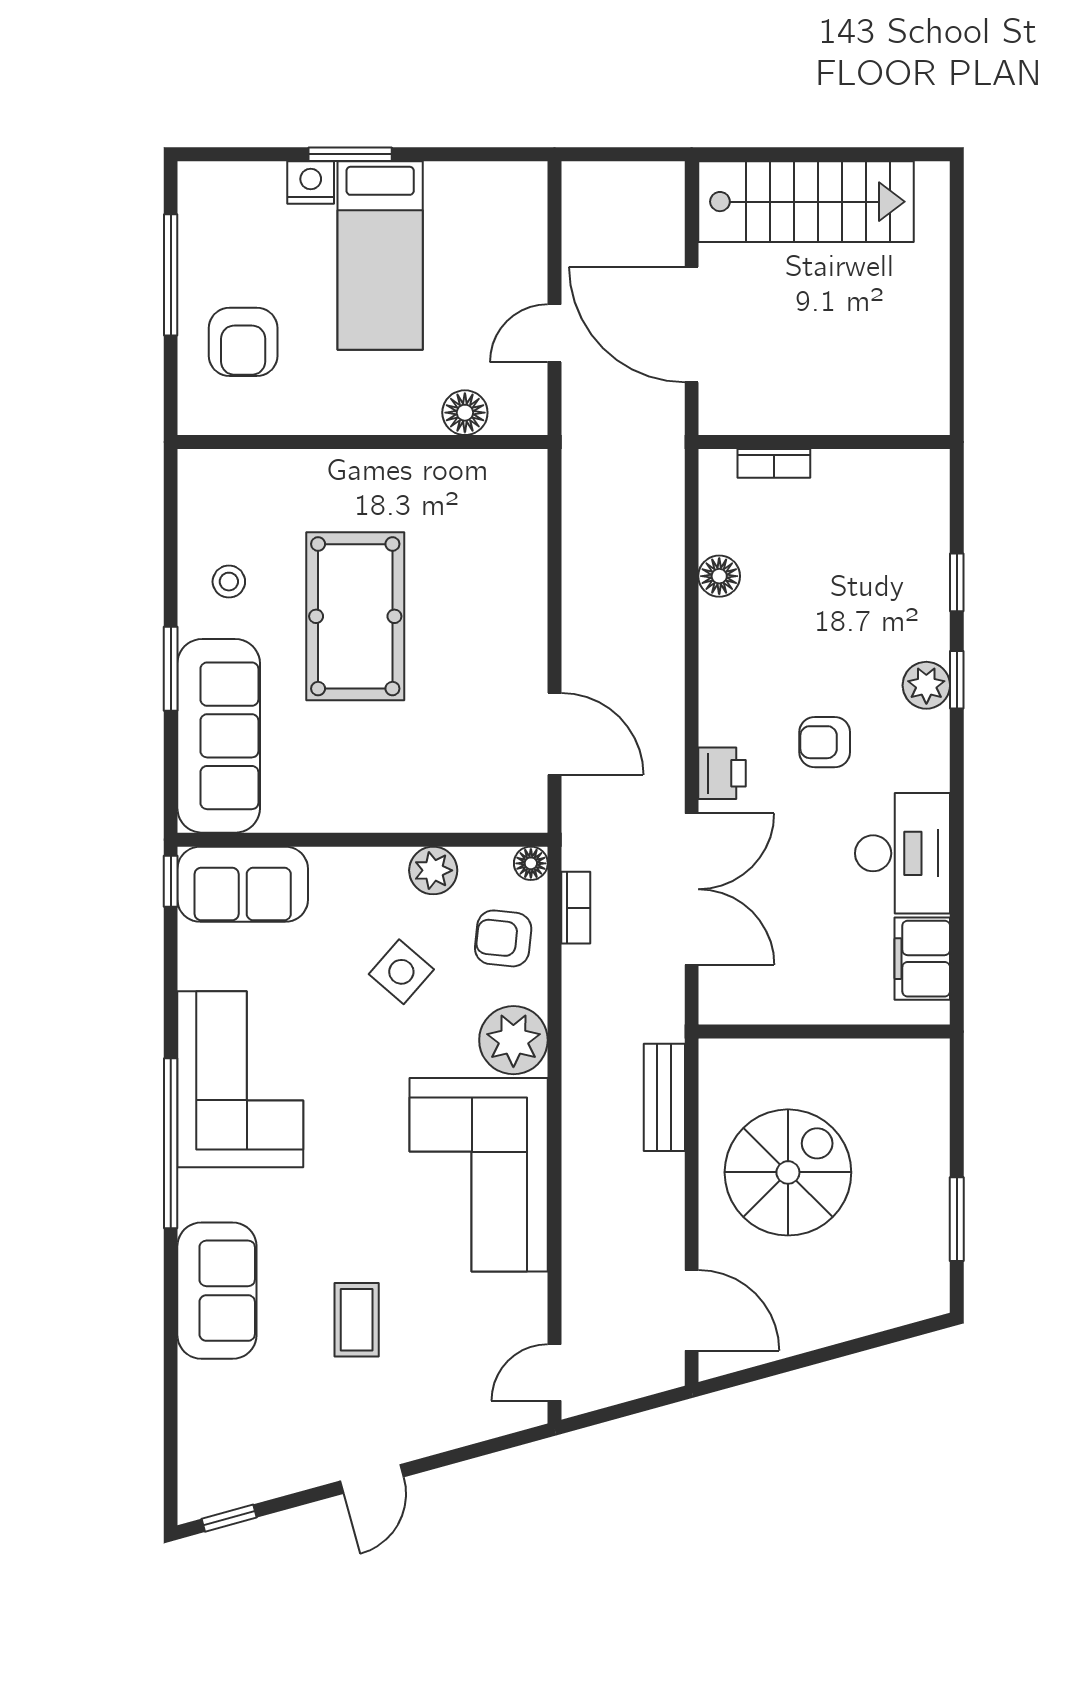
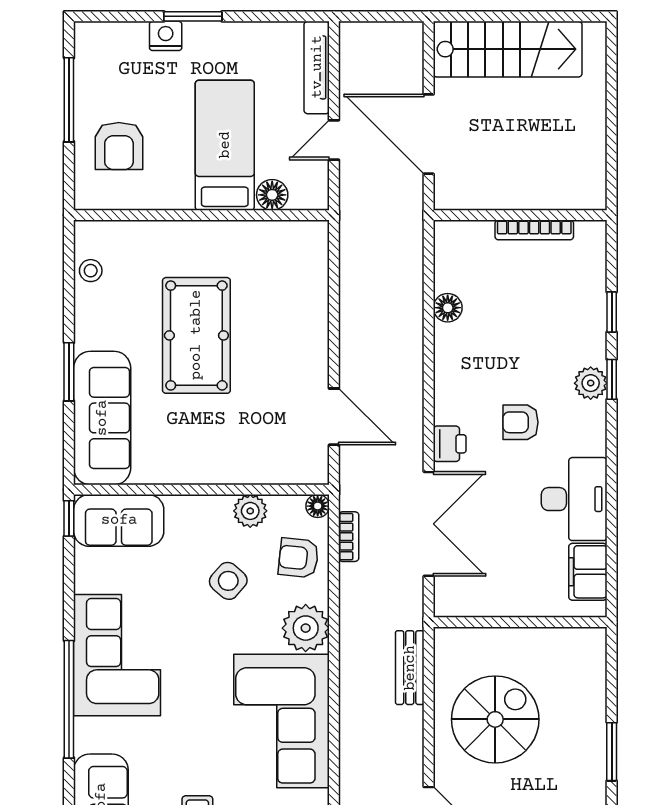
tv unit: (529, 228) -> (317, 67), added
bed: (380, 255) -> (225, 145), moved, turned 180
bookcase: (774, 463) -> (534, 230), moved, width x1.56
stool: (229, 582) -> (91, 271), moved

